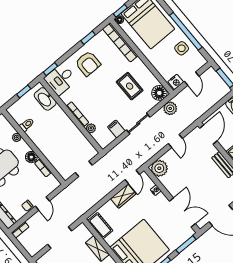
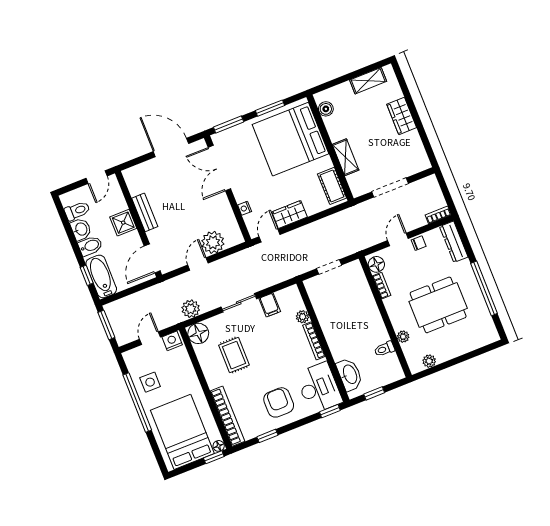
desk: (60, 79) -> (319, 388), width x1.37
floor lamp: (31, 157) -> (376, 264), moved
plant: (159, 168) -> (213, 242), moved

